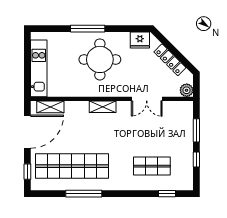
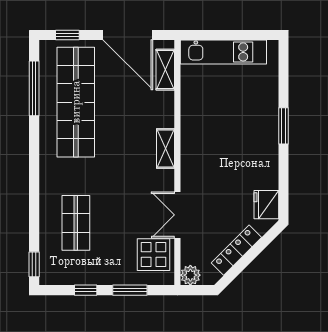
window: (88, 29) -> (283, 126), width x0.69
round table: (100, 59) -> (237, 144), removed
display table: (173, 115) -> (154, 255), added
window: (84, 194) -> (34, 88), moved
window: (167, 194) -> (34, 264), moved

